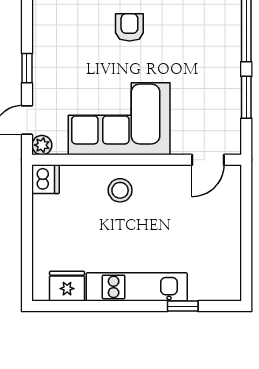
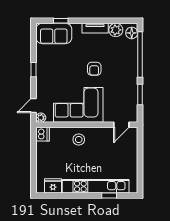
armchair: (129, 27) -> (94, 69), moved, turned 180
window: (27, 68) -> (34, 70), moved
kitchen unit: (137, 287) -> (96, 186), width x1.36

